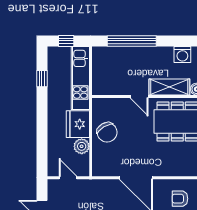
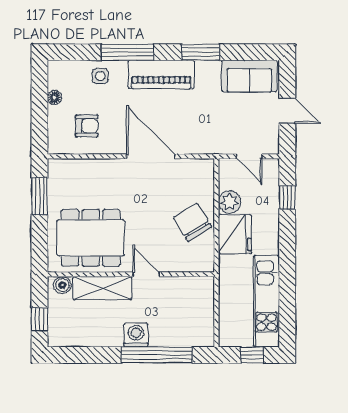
washing machine: (182, 55) -> (136, 335), moved
kitchen unit: (80, 78) -> (266, 301), moved, turned 180
window: (42, 79) -> (287, 198), moved

